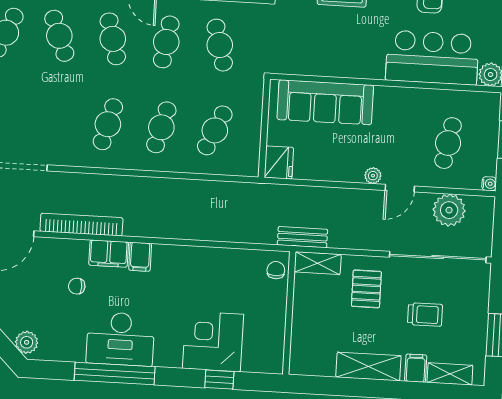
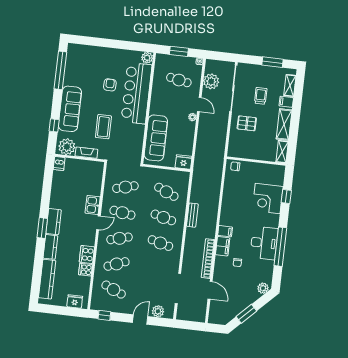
bar counter: (432, 58) -> (136, 93), width x1.36
bench: (302, 237) -> (192, 215), moved
shelving: (318, 263) -> (282, 152), moved

